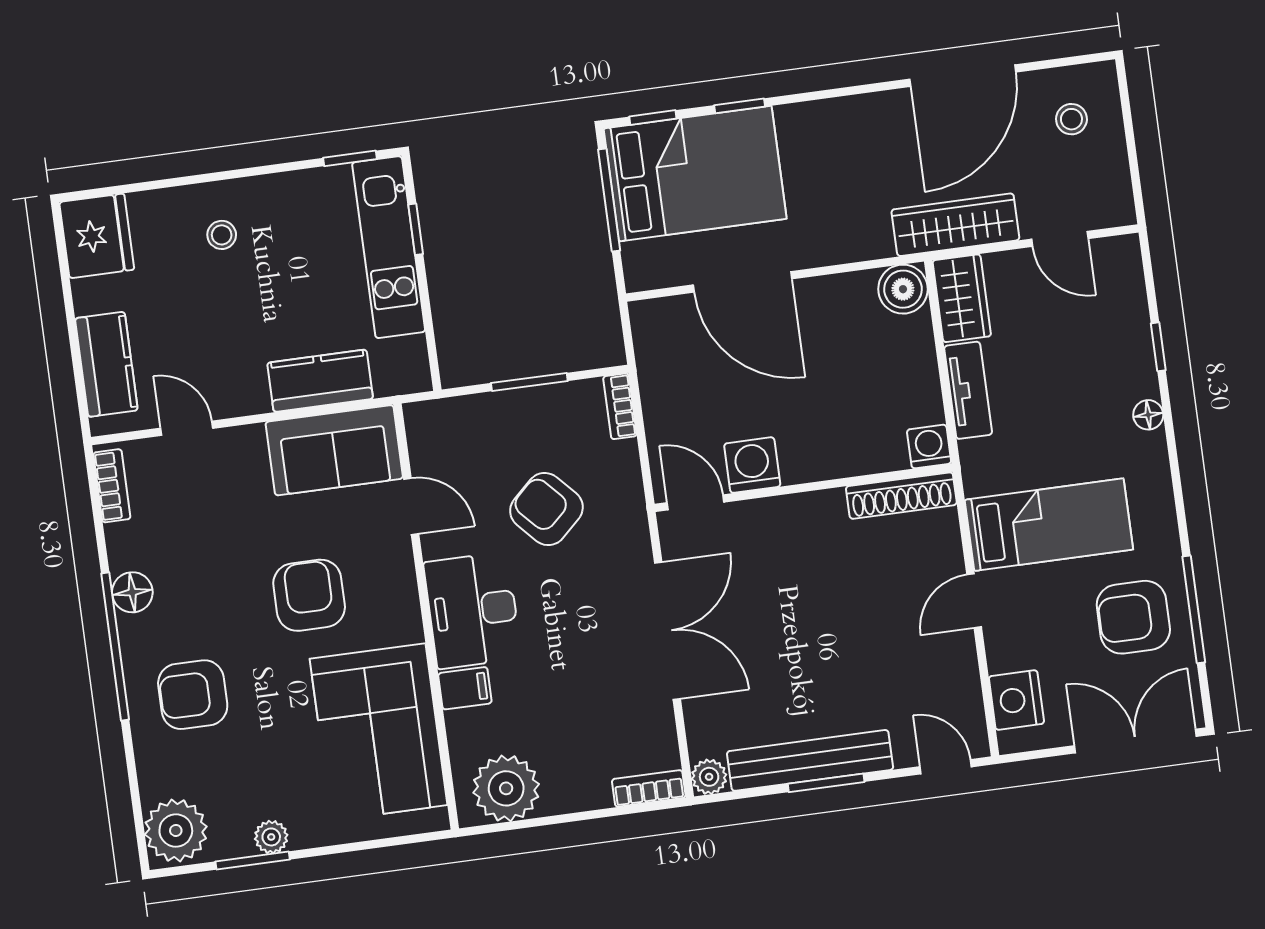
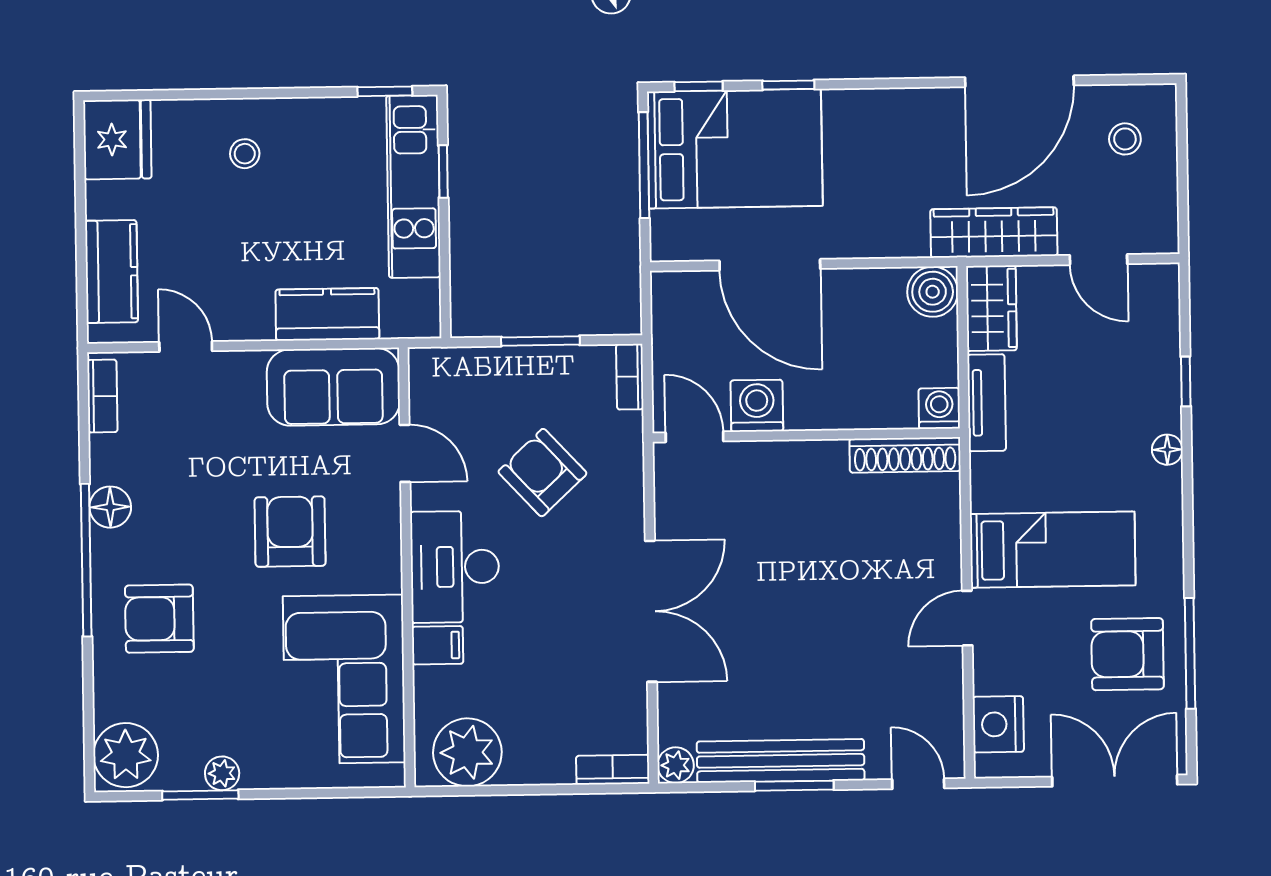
washing machine: (929, 447) -> (939, 408), moved
washing machine: (752, 465) -> (757, 406), moved
wall: (803, 488) -> (806, 435), moved
shoe rack: (901, 496) -> (905, 455), moved
door: (696, 502) -> (695, 437), moved

